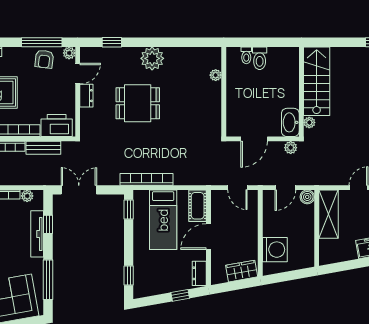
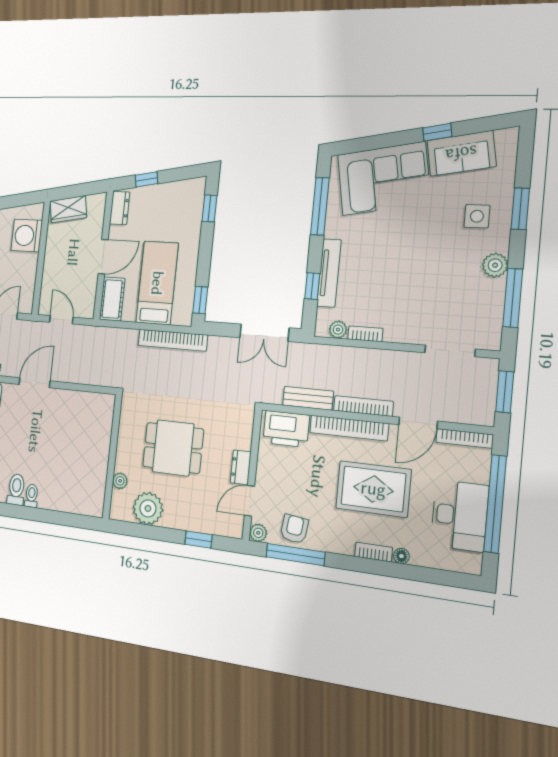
plant: (216, 75) -> (120, 481), moved
wall: (224, 92) -> (112, 456), moved

